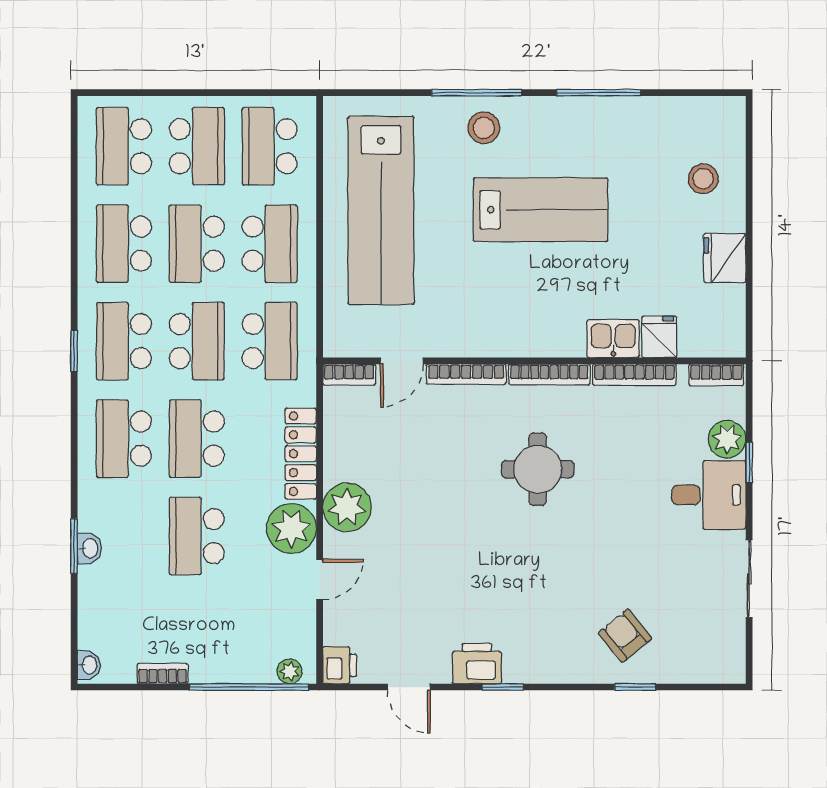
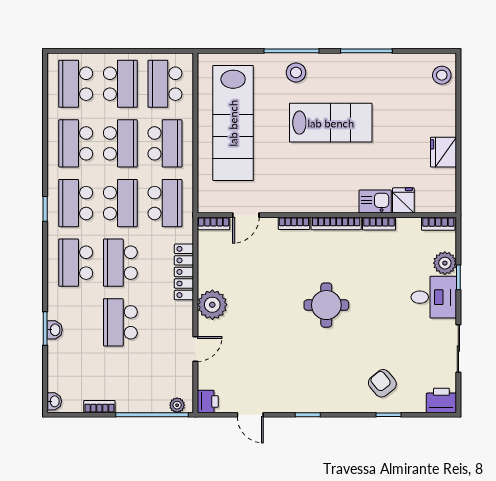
stool: (703, 179) -> (442, 75), moved
school desk: (197, 244) -> (120, 143), turned 180
bookcase: (466, 374) -> (294, 223), width x0.64
bookcase: (634, 375) -> (379, 224), width x0.64
round table: (538, 469) -> (326, 305), moved
plant: (291, 528) -> (178, 318), removed
printer: (477, 664) -> (441, 400), moved

